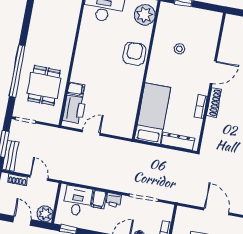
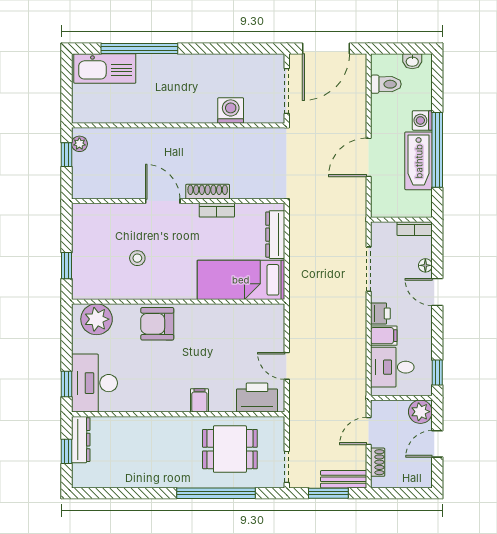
filing cabinet: (76, 89) -> (199, 400), moved

